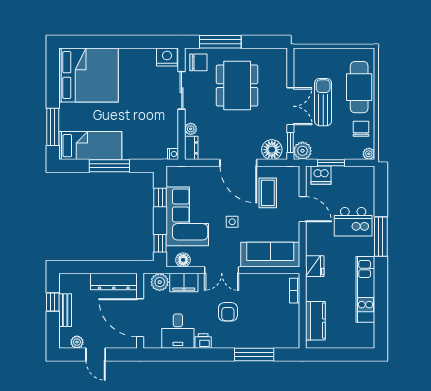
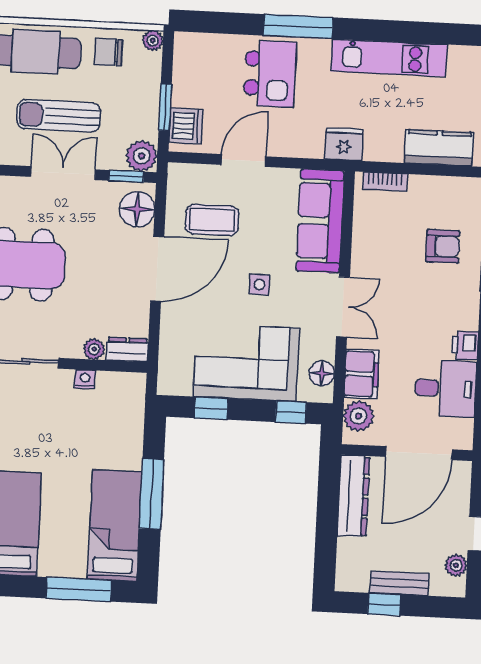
nightstand: (173, 154) -> (85, 379), moved
armchair: (228, 312) -> (443, 246), moved

